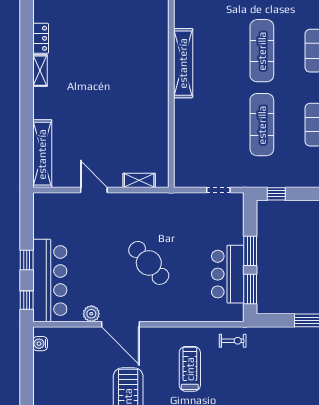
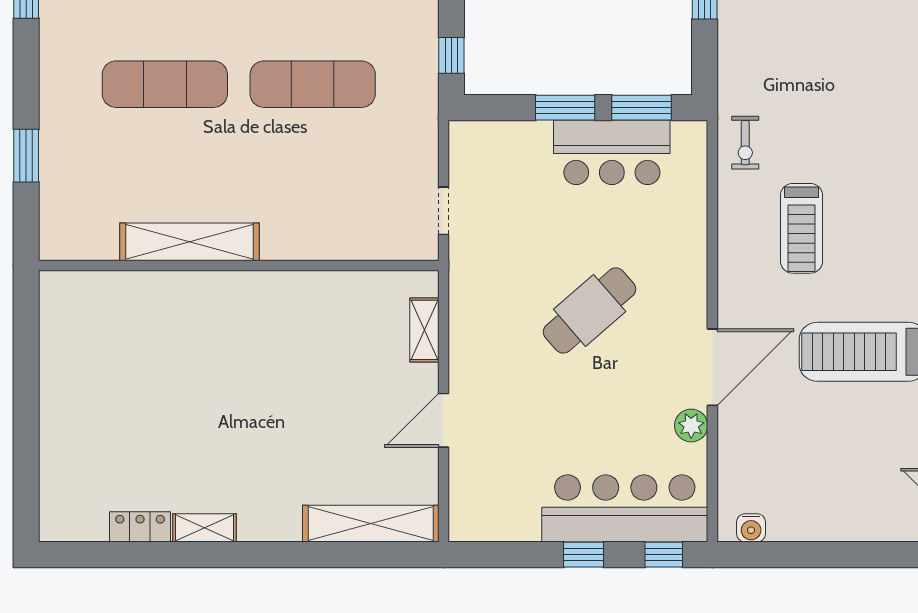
doorway: (218, 190) -> (444, 211), moved
exercise bike: (233, 341) -> (745, 143), turned 180
treadmill: (190, 369) -> (801, 228), turned -90

